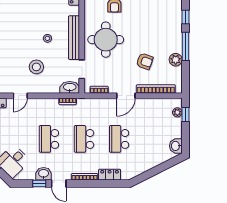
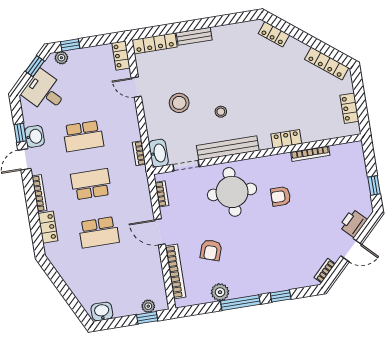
school desk: (49, 139) -> (83, 136), turned 180
school desk: (119, 139) -> (99, 232), turned 180

